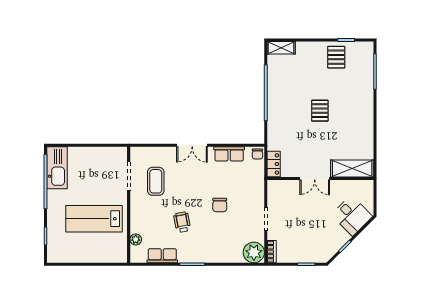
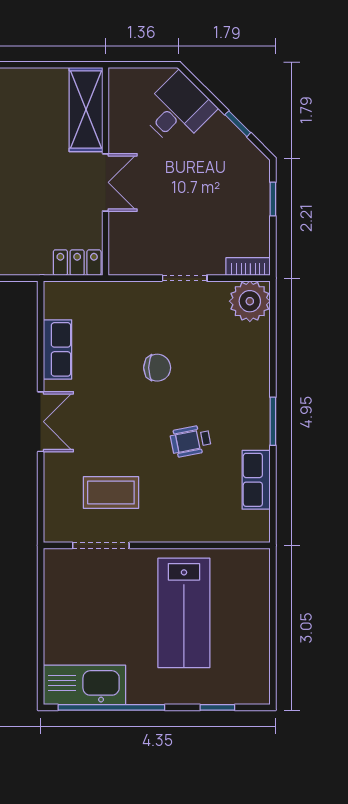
chair: (257, 154) -> (58, 294), removed
plant: (136, 239) -> (224, 532), removed

